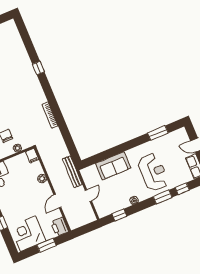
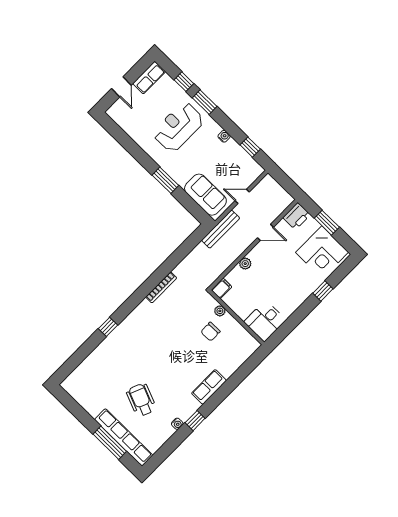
window: (158, 133) -> (165, 180), moved
sofa: (113, 166) -> (205, 195), moved

